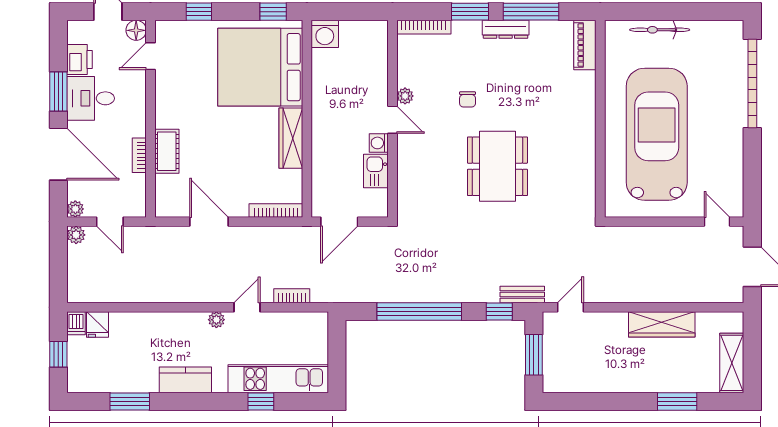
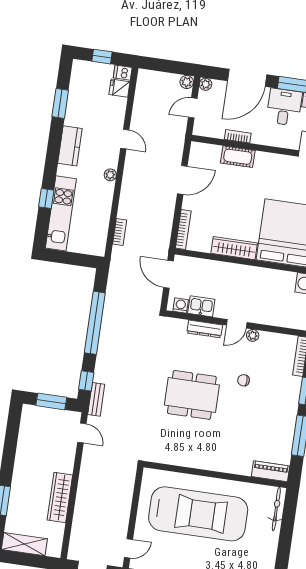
dresser: (506, 29) -> (205, 329), moved, turned -90
bicycle: (660, 30) -> (276, 509), moved
washing machine: (379, 143) -> (181, 305), moved
door: (247, 307) -> (125, 139), moved

